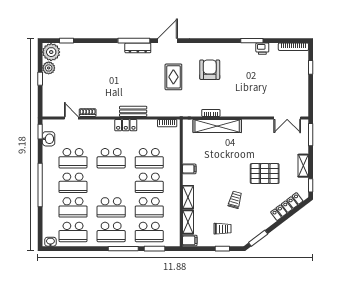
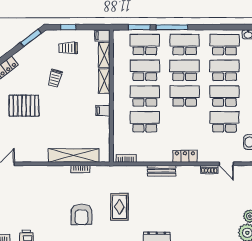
locker: (126, 125) -> (185, 156), moved
school desk: (111, 158) -> (185, 96), moved

